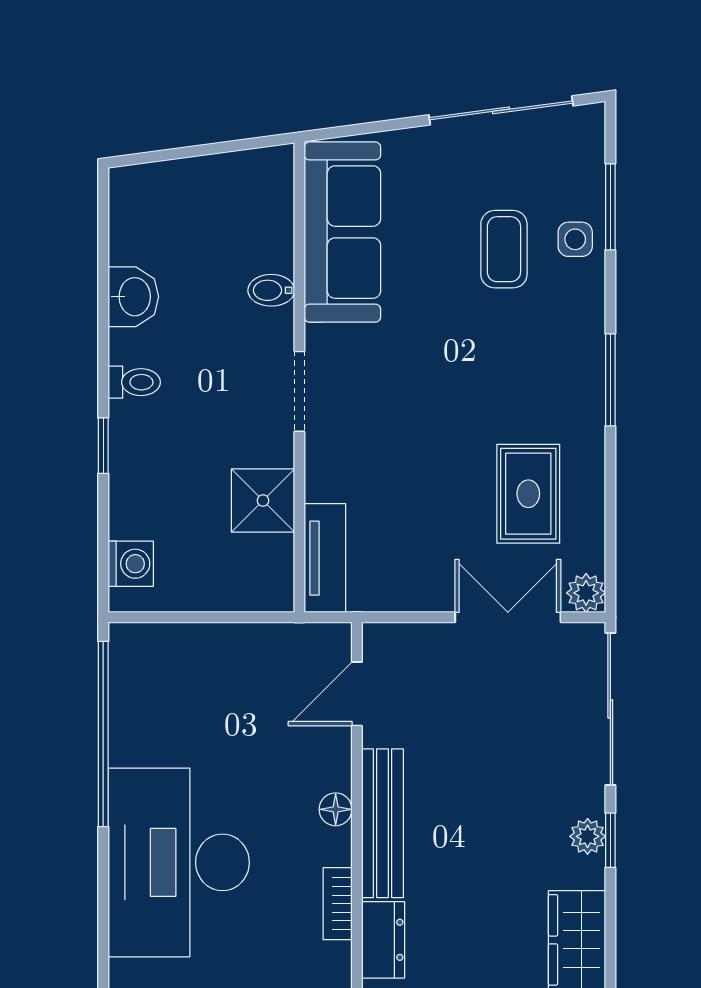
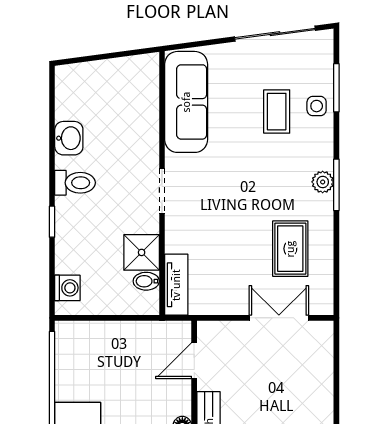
bidet: (271, 290) -> (146, 281), moved
toilet: (134, 382) -> (75, 183), width x1.37, depth x1.39
plant: (586, 593) -> (323, 182), moved
sliding door: (610, 709) -> (336, 369), removed

